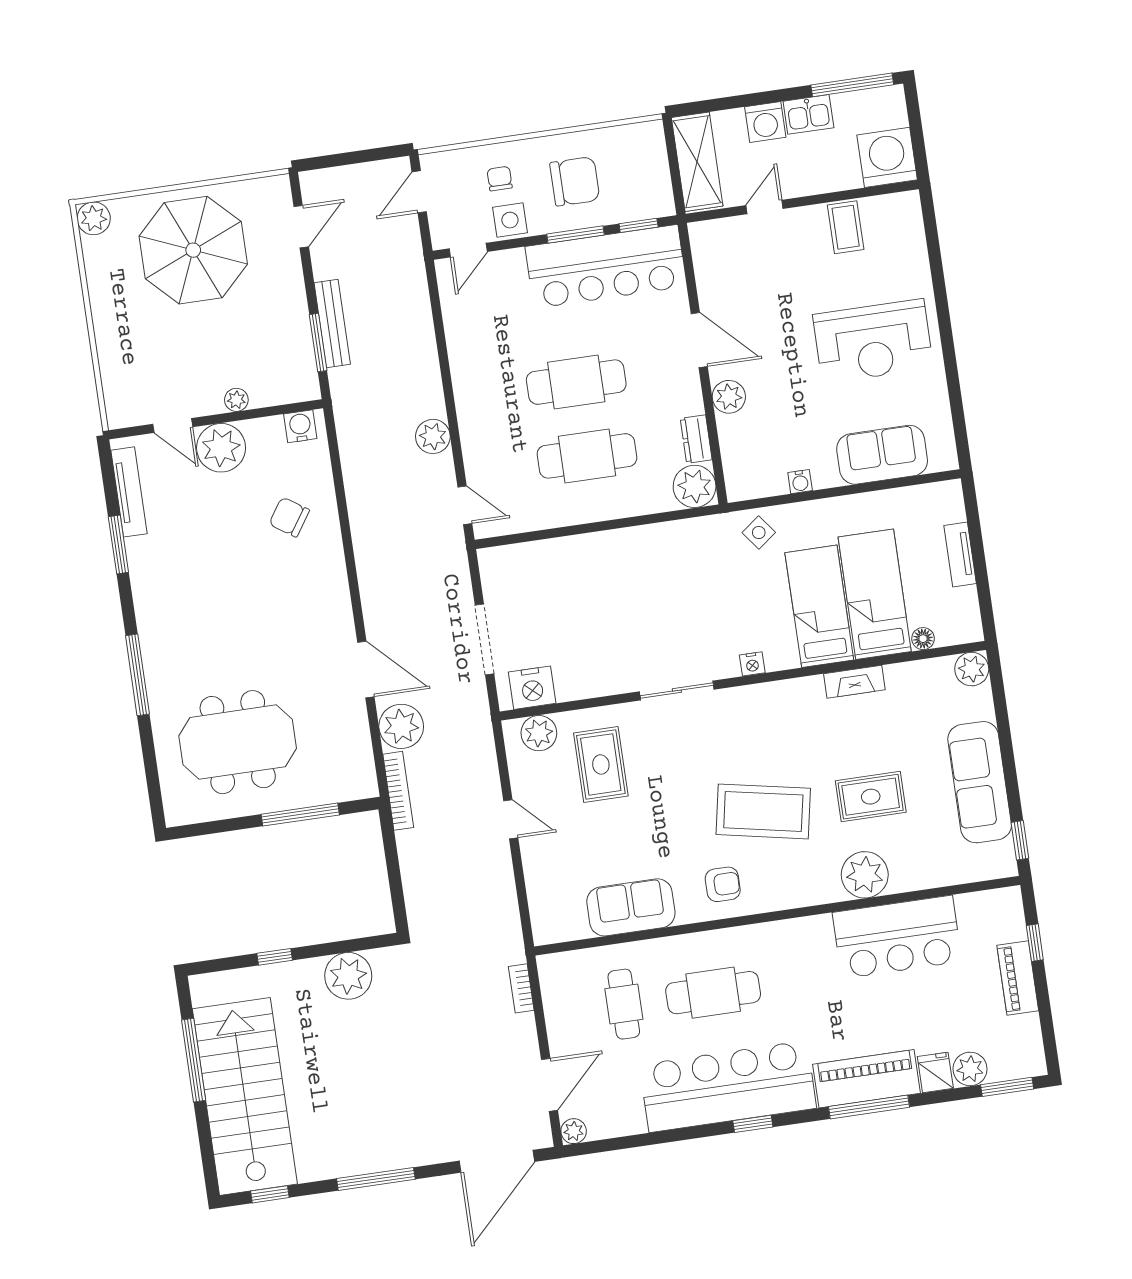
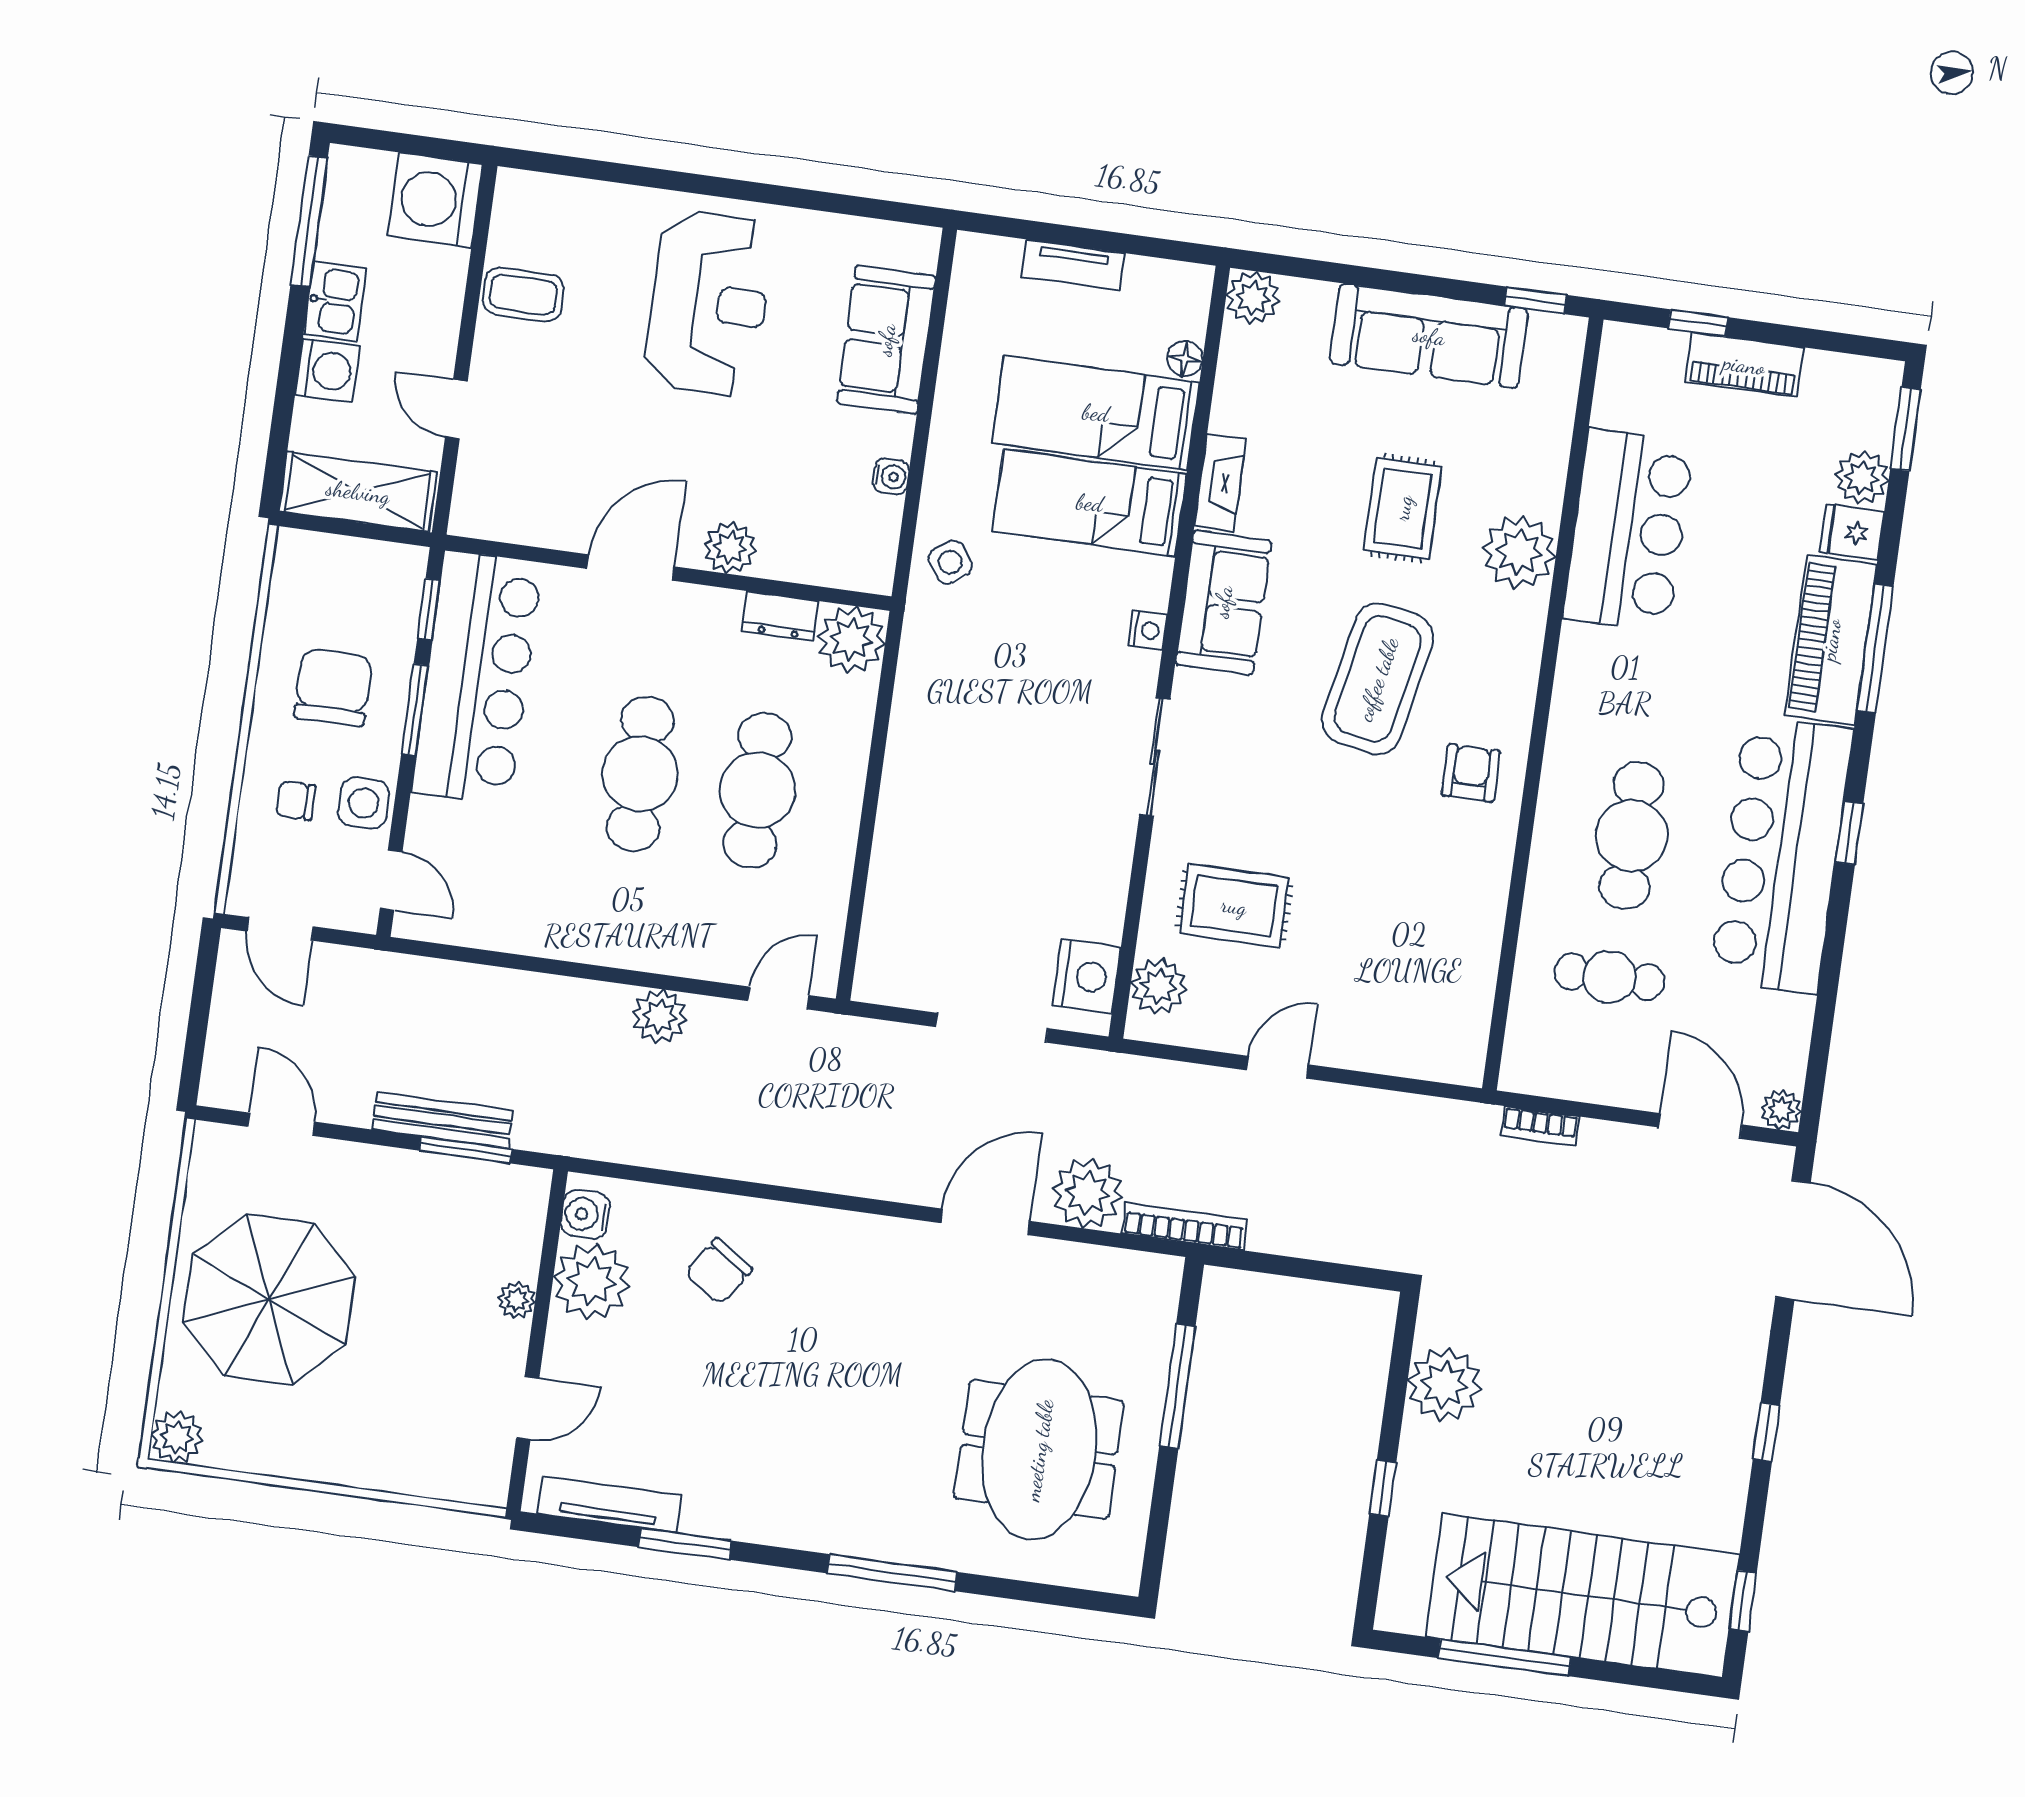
plant: (221, 448) -> (592, 1282), moved
sofa: (631, 907) -> (1223, 602), moved, turned 180
window: (376, 1179) -> (1766, 1432), width x0.46

